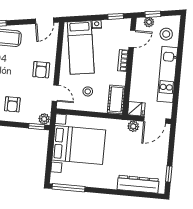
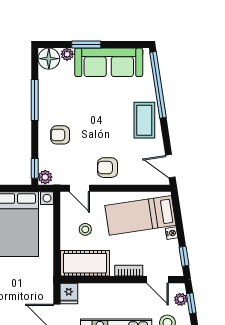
door: (55, 93) -> (79, 188), hinge flipped
cot: (116, 99) -> (85, 263), width x1.37, depth x1.34
plant: (133, 126) -> (46, 291), removed

